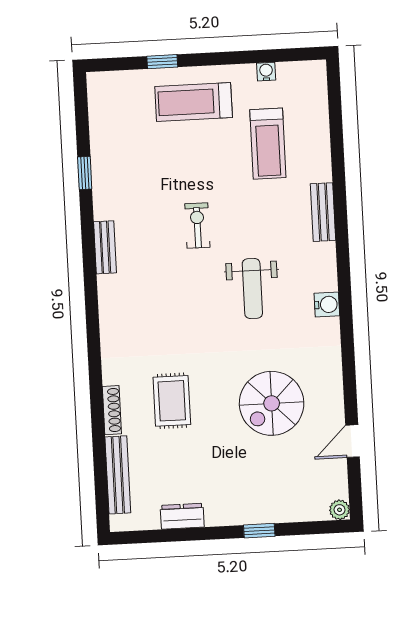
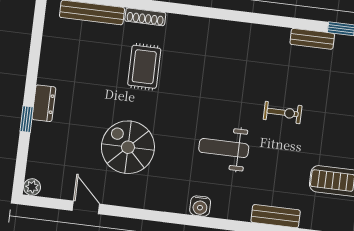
bench: (105, 247) -> (312, 39), moved
rug: (172, 401) -> (144, 67), turned 90
dresser: (182, 516) -> (44, 103), moved

